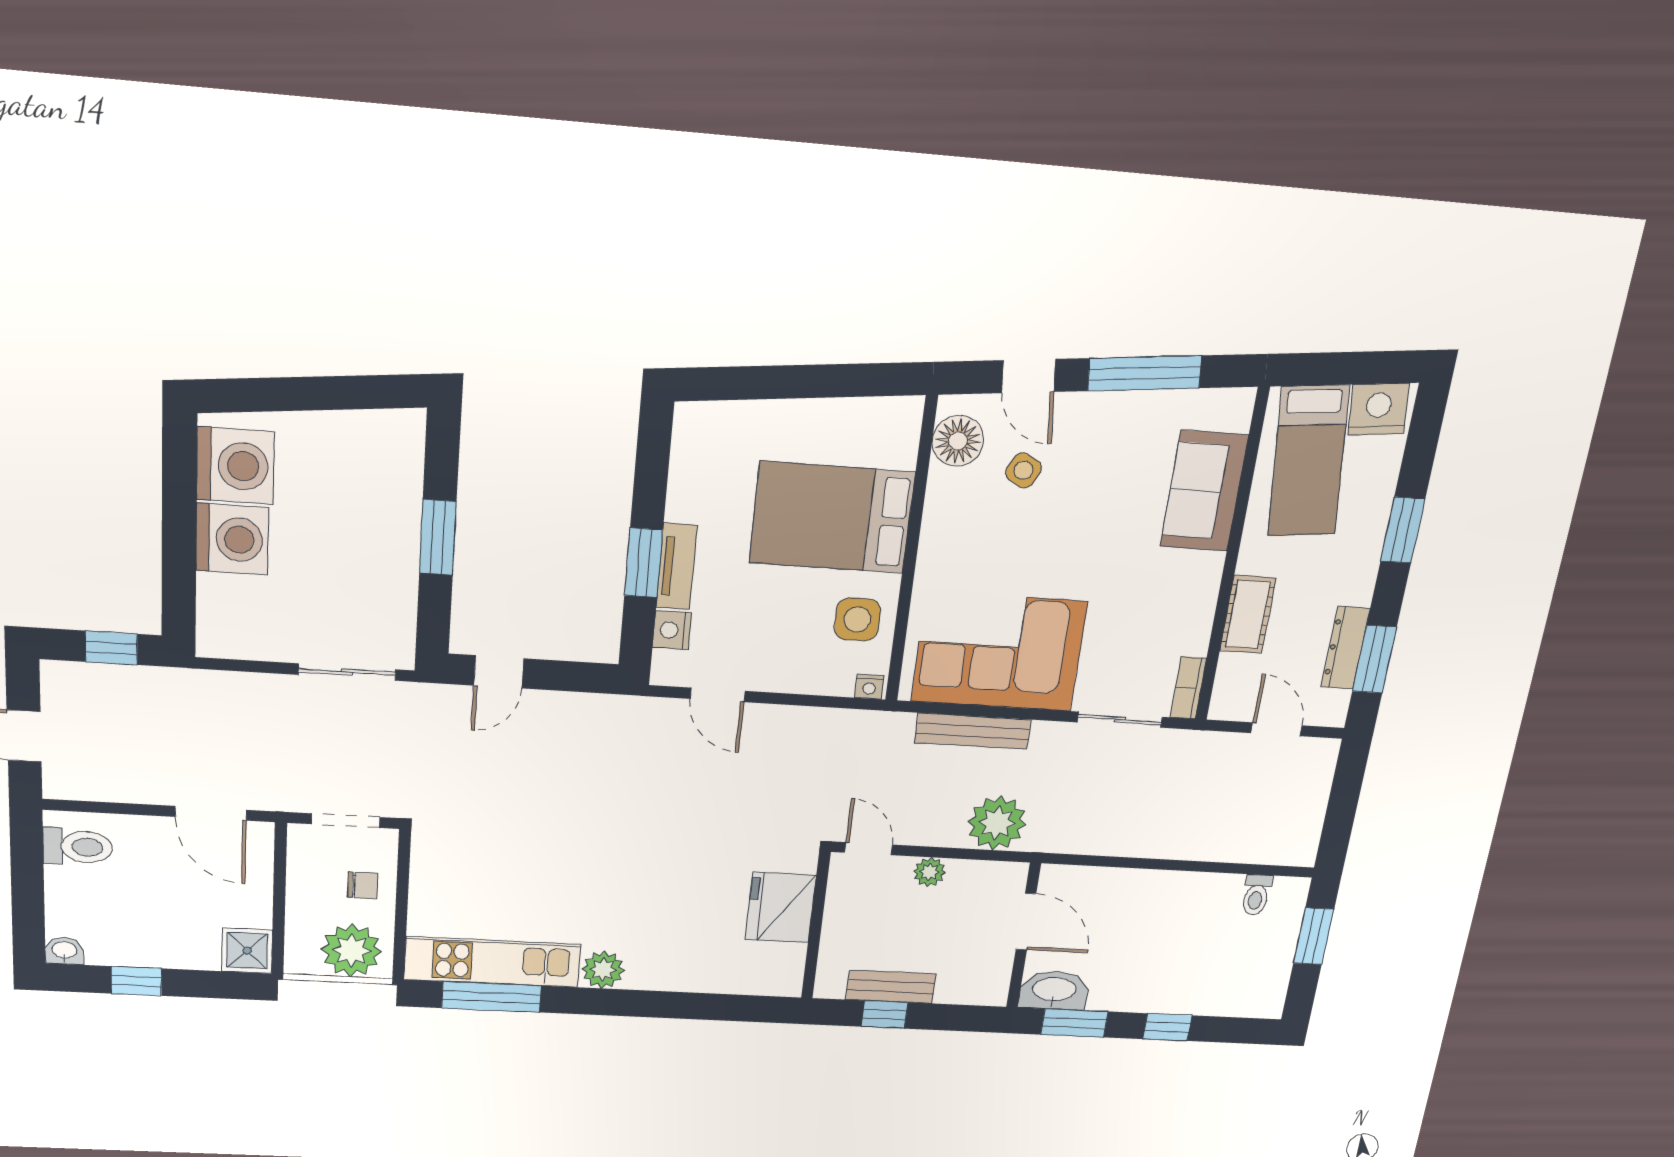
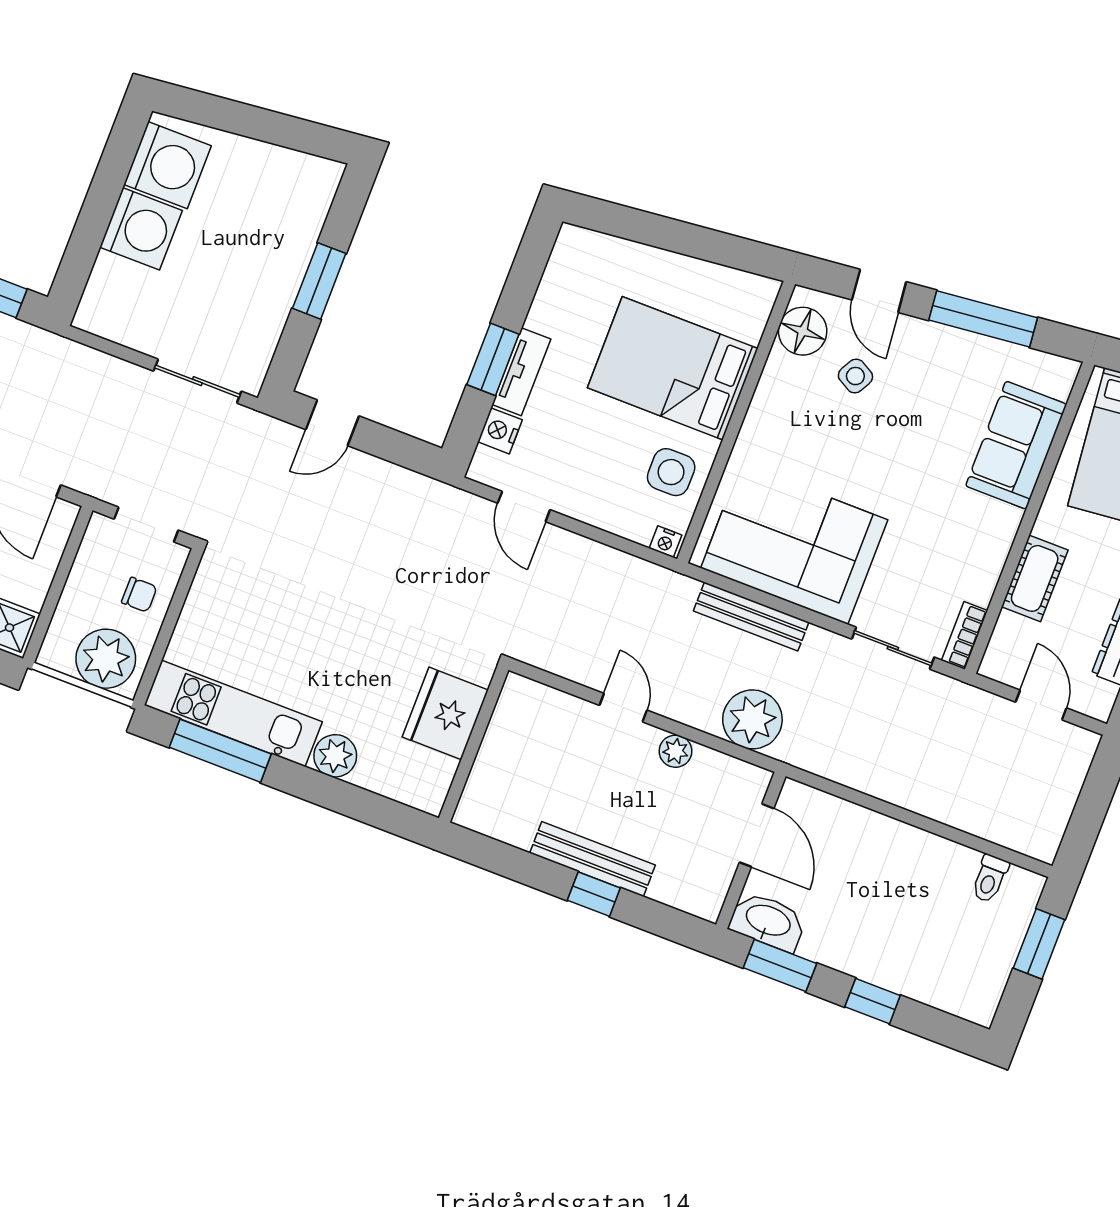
fridge: (781, 907) -> (445, 713), moved
wall: (816, 926) -> (474, 744), moved
bench: (891, 987) -> (593, 859), width x1.36

